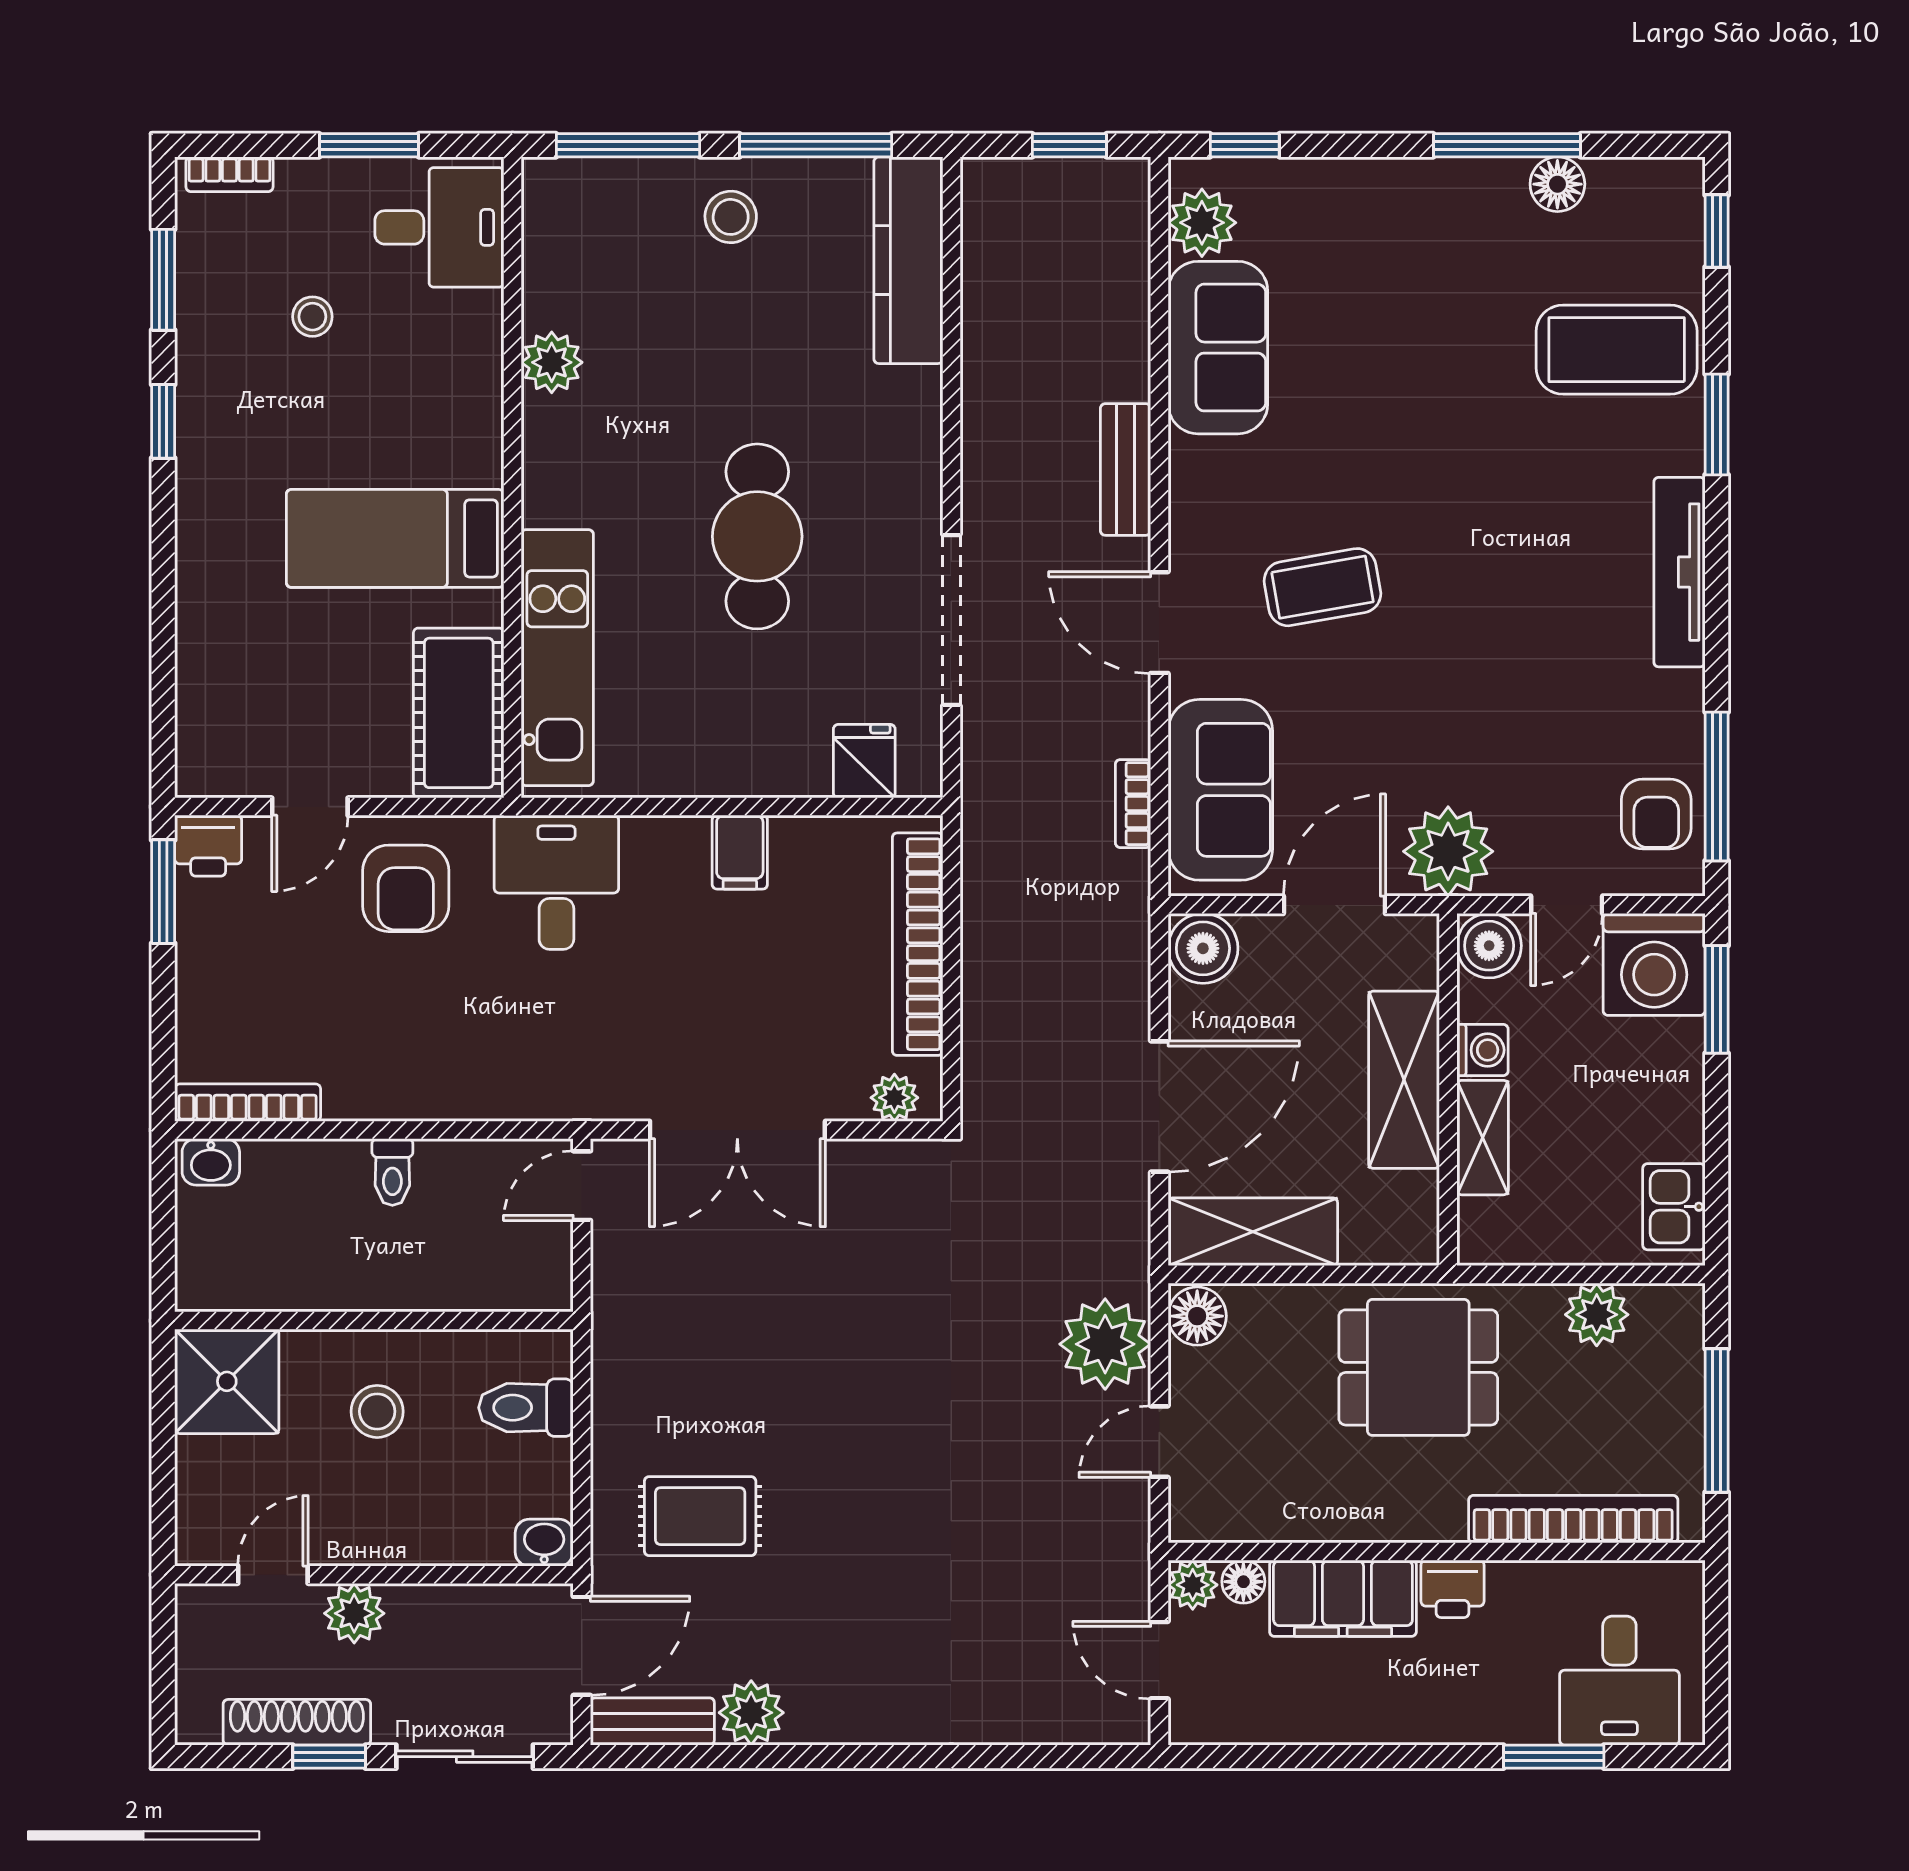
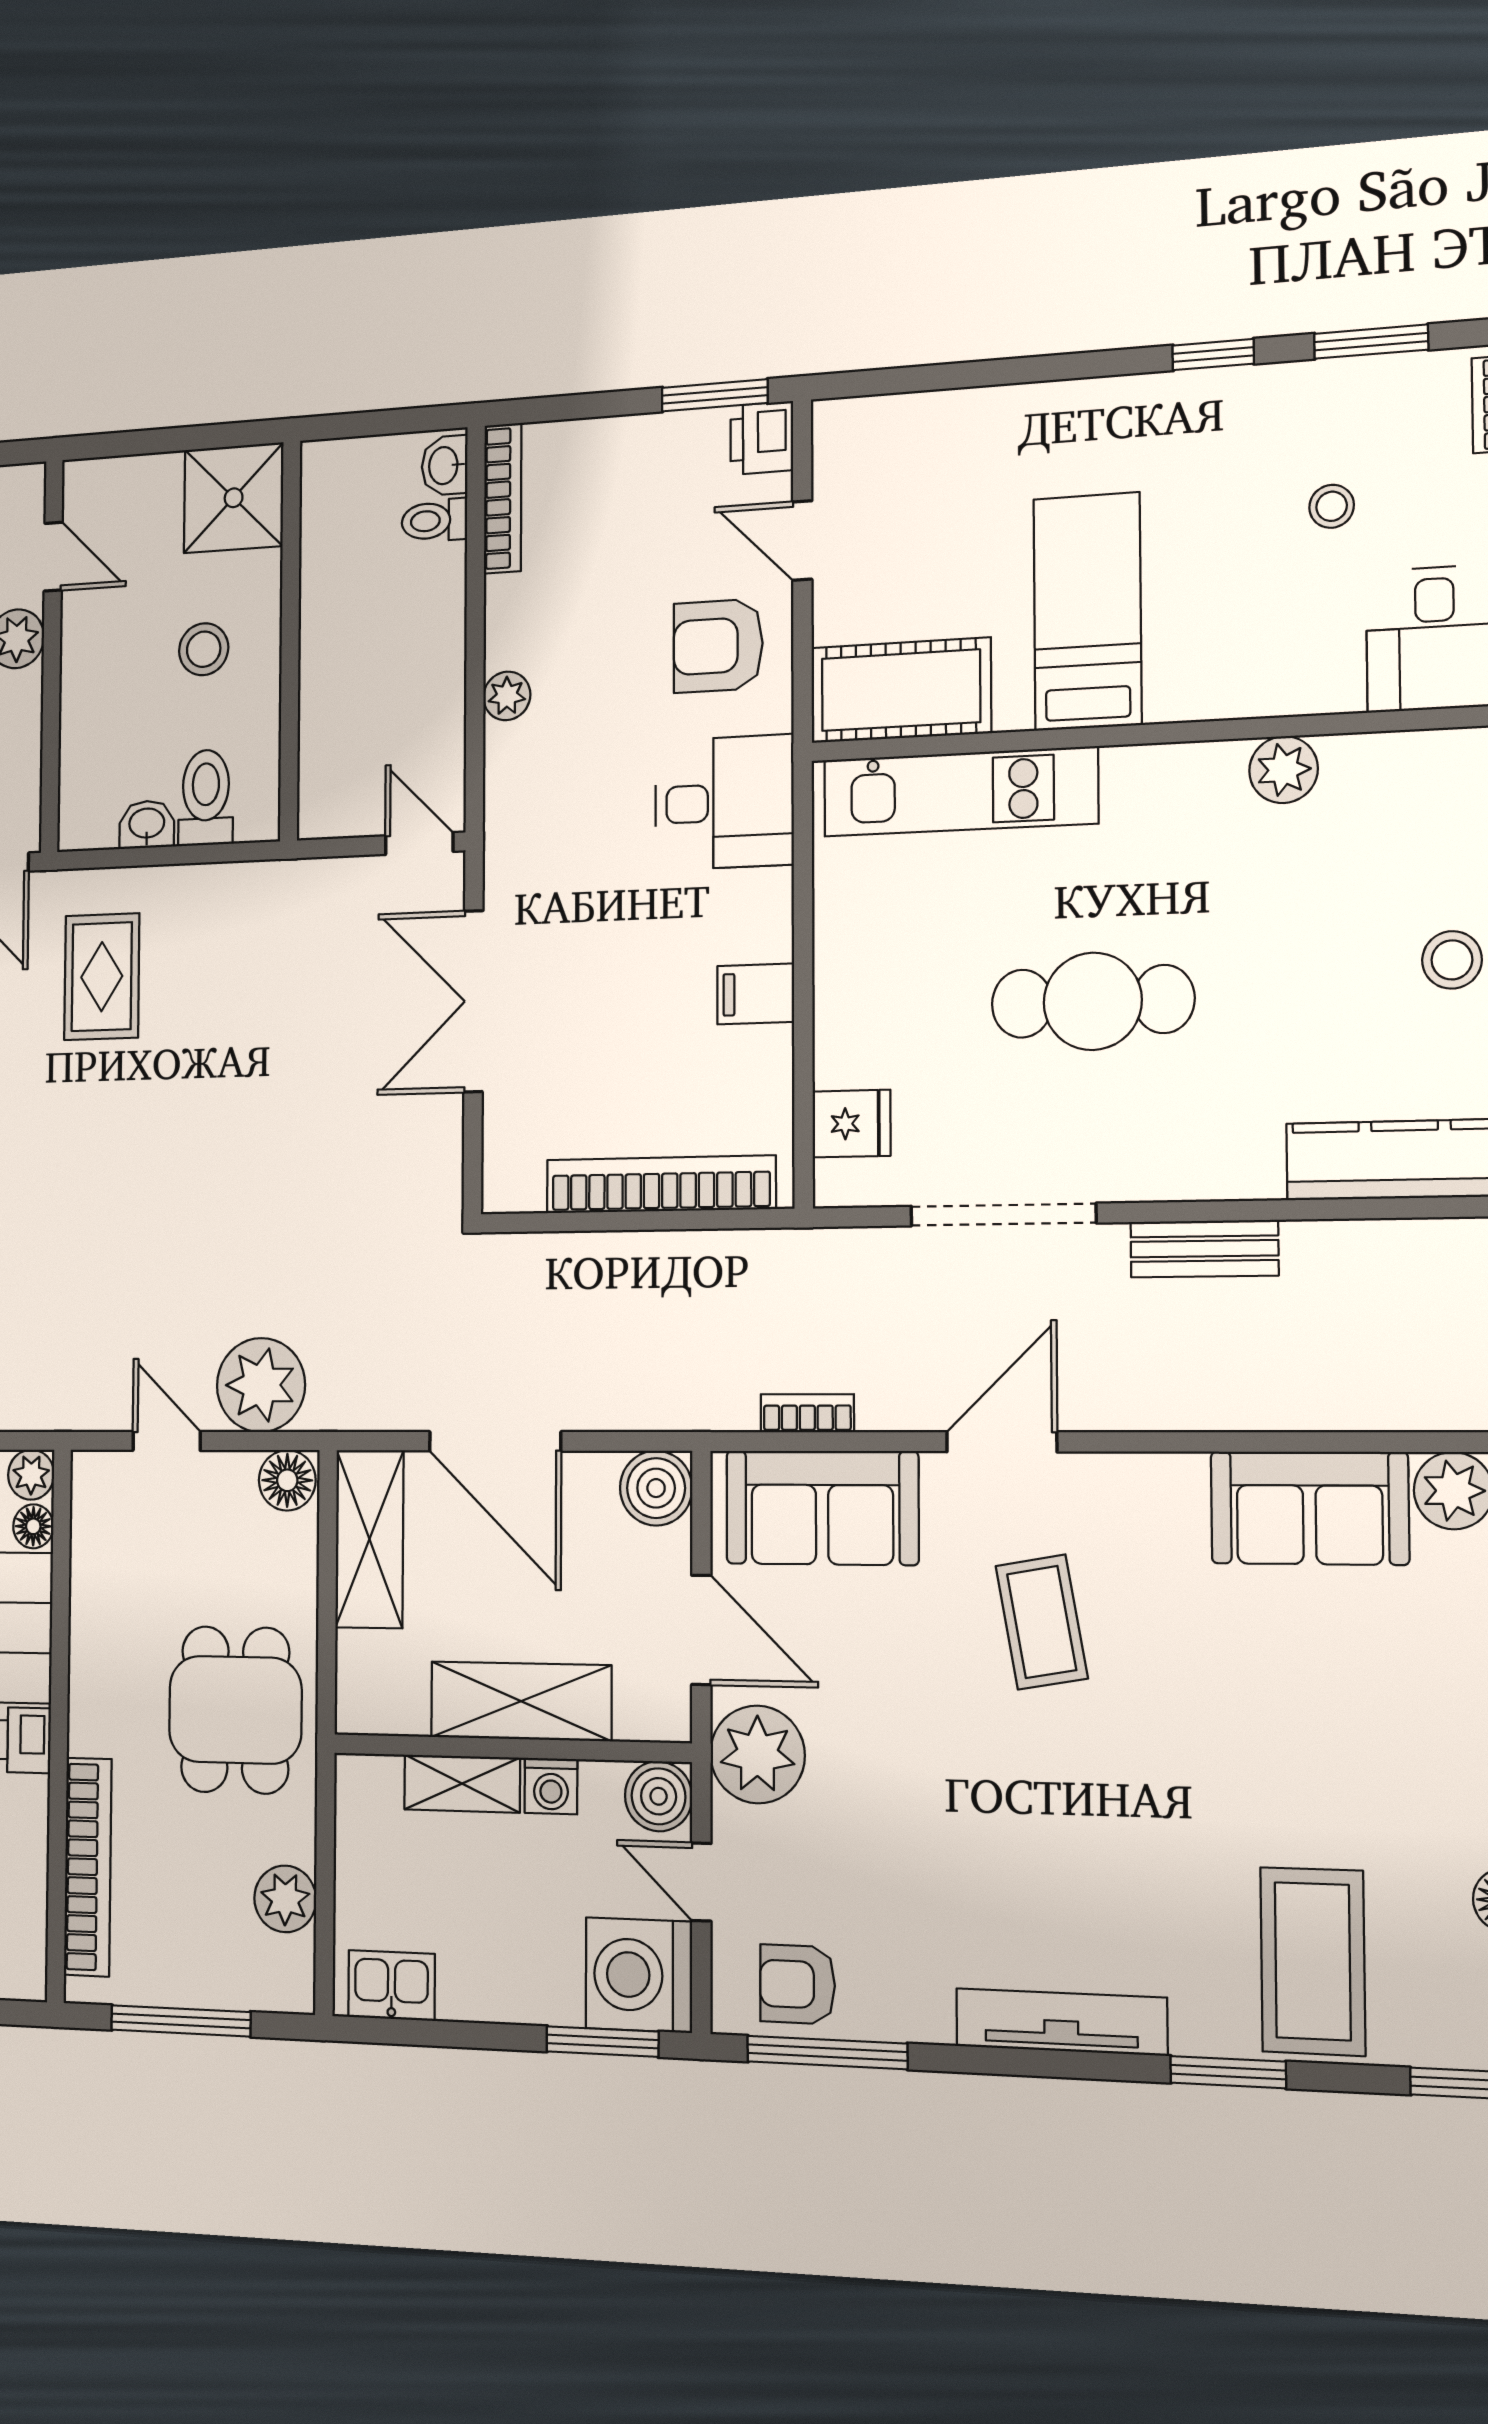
bench: (1126, 469) -> (1204, 1249), moved
plant: (894, 1098) -> (507, 696), moved
toilet: (392, 1172) -> (434, 521), moved
washbasin: (544, 1543) -> (147, 824), moved, turned -90

